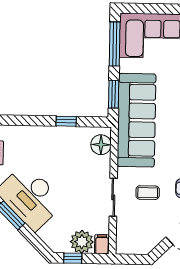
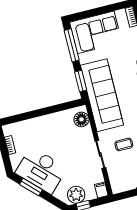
window: (66, 121) -> (52, 109), removed
plant: (82, 242) -> (76, 195), moved

